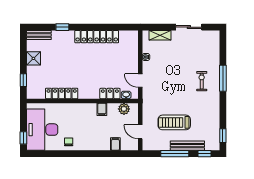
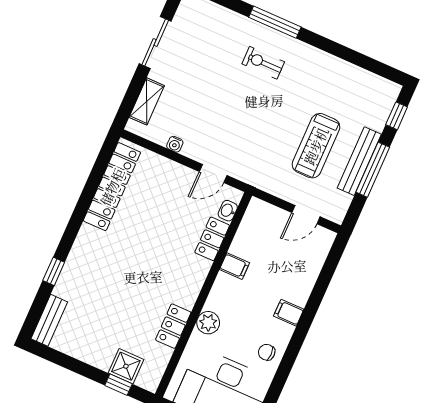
locker: (97, 37) -> (112, 187), moved
shower: (33, 58) -> (126, 366), moved
locker: (62, 93) -> (173, 326), width x0.66
plant: (124, 109) -> (208, 323), moved
window: (223, 136) -> (379, 68), removed
filing cabinet: (115, 144) -> (289, 313), moved
bench: (187, 146) -> (359, 161), moved

